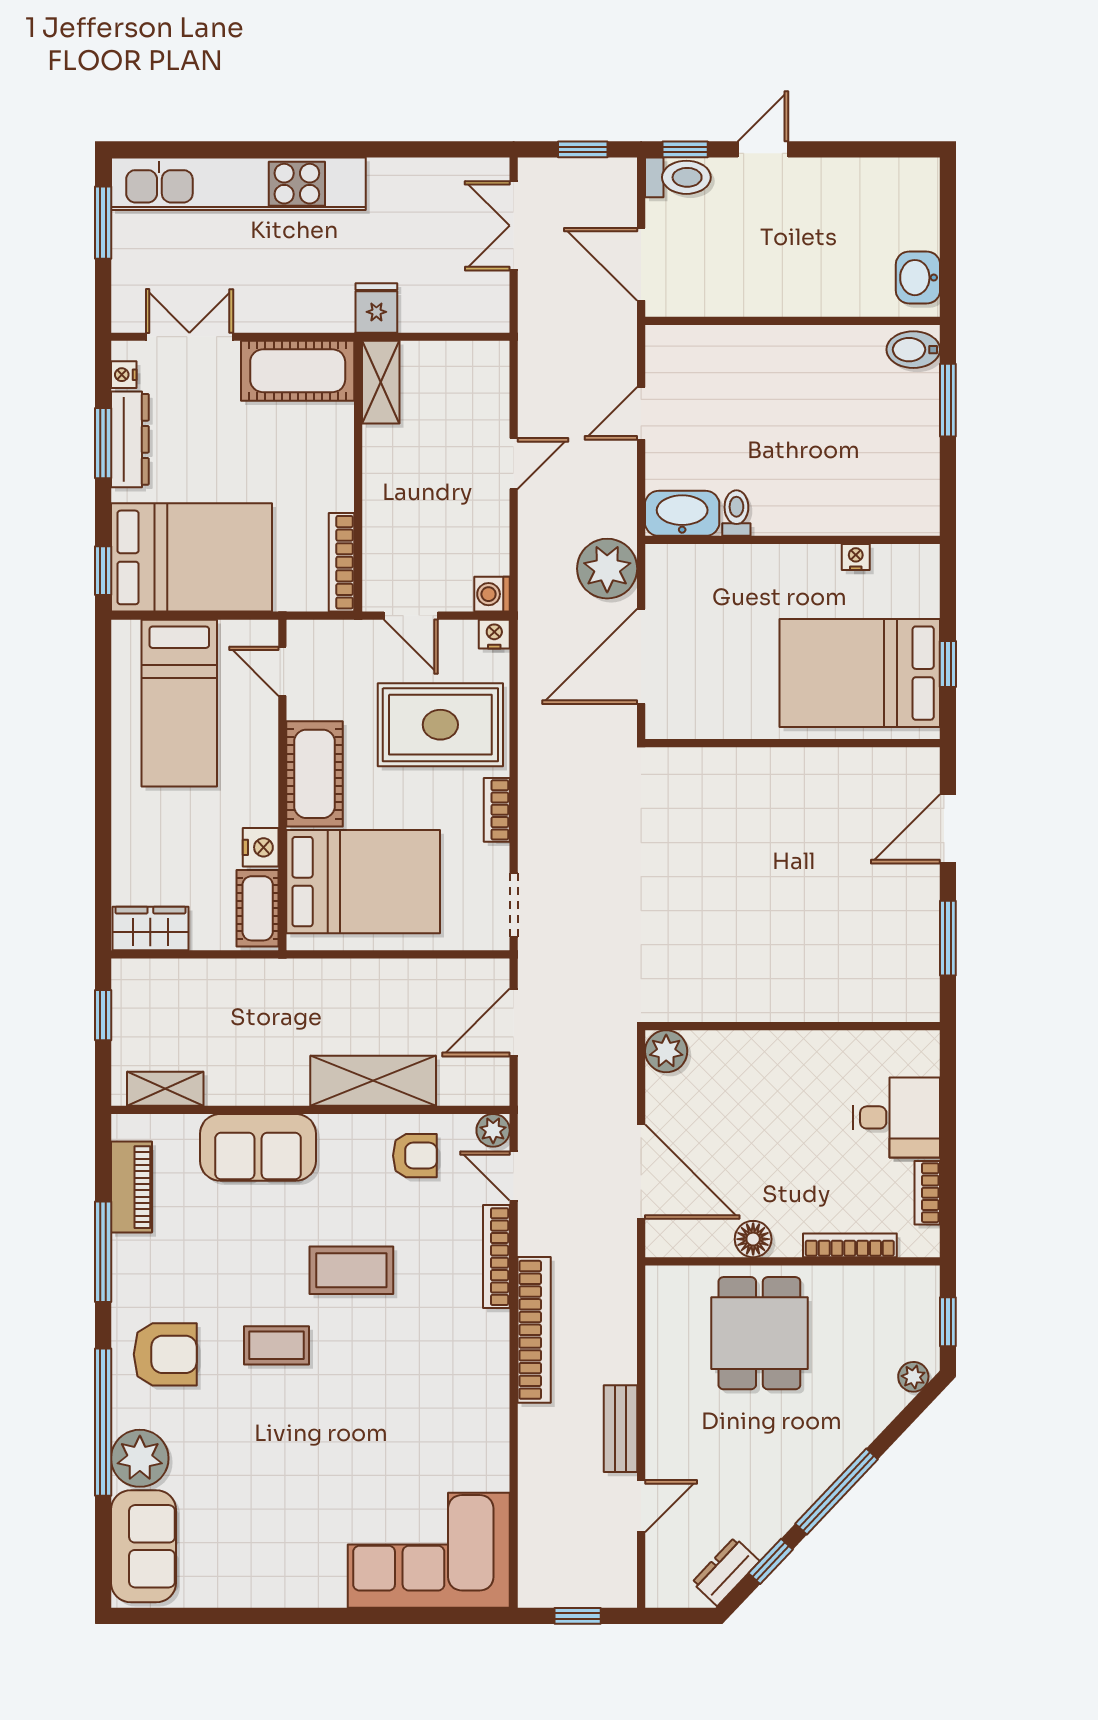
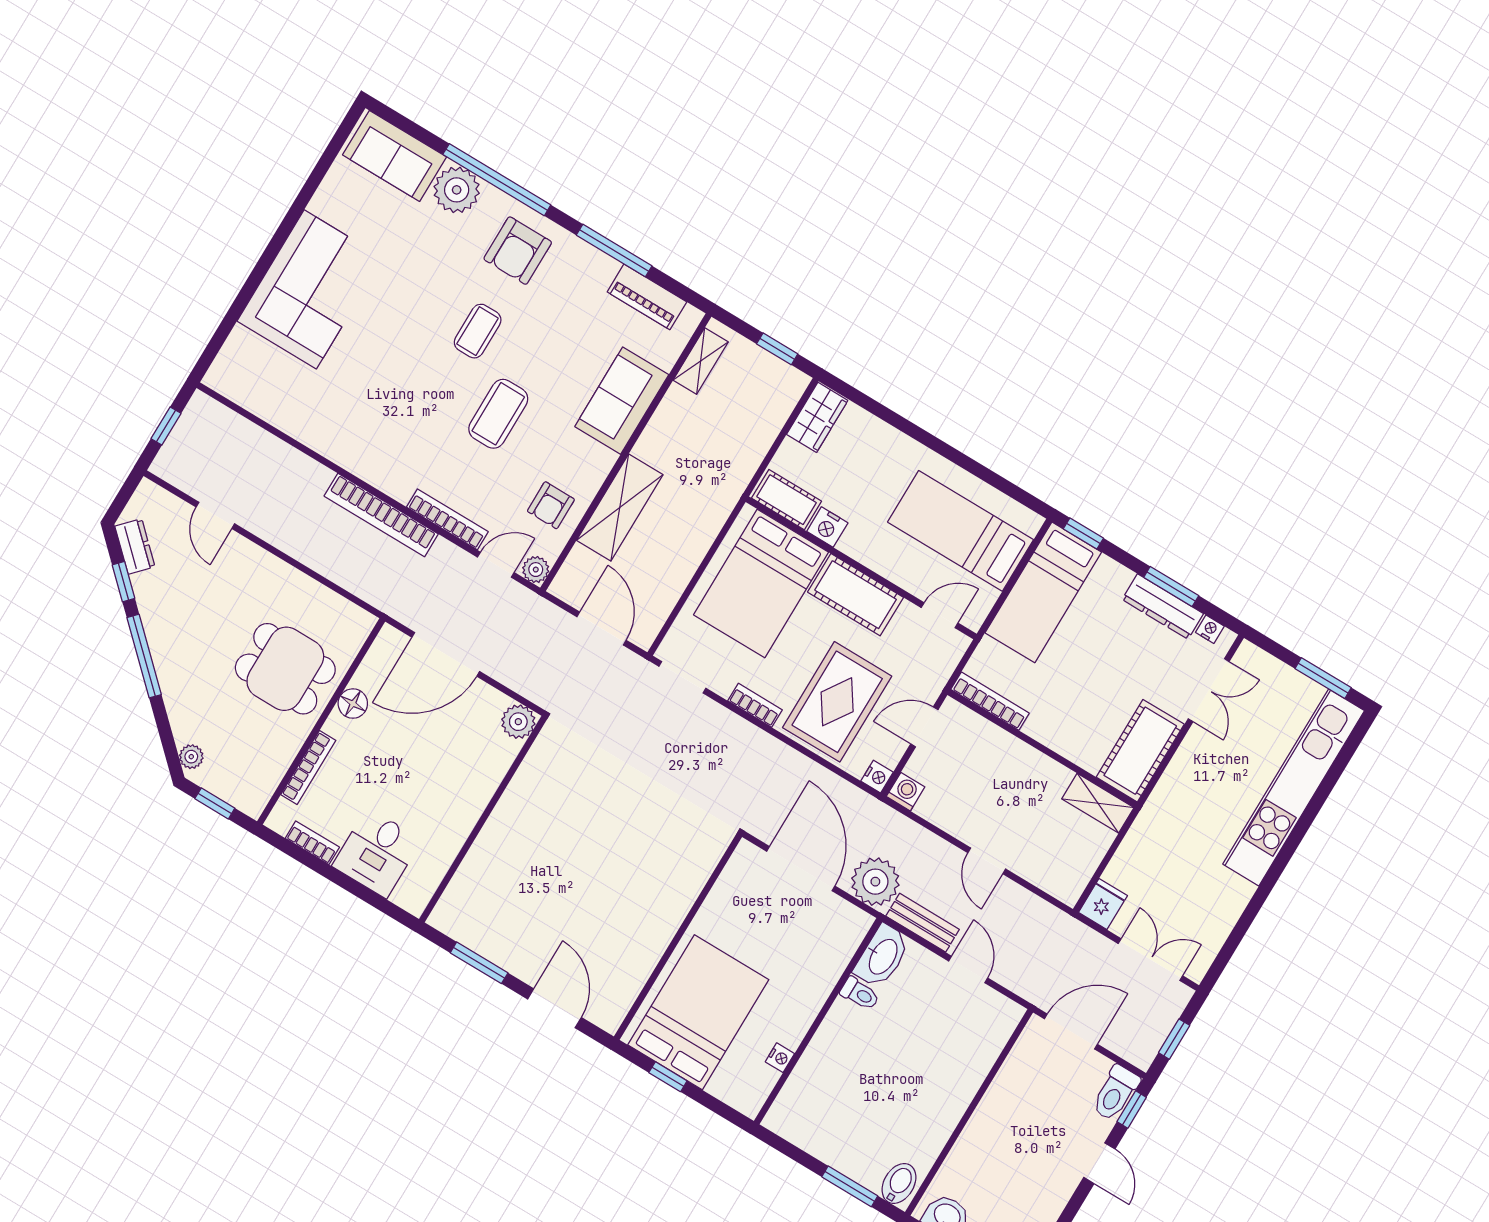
fridge: (376, 308) -> (1103, 904), moved, turned -90
bed: (192, 557) -> (1043, 592), width x0.67
bench: (620, 1429) -> (923, 923), moved
corner sofa: (429, 1550) -> (310, 289), moved

